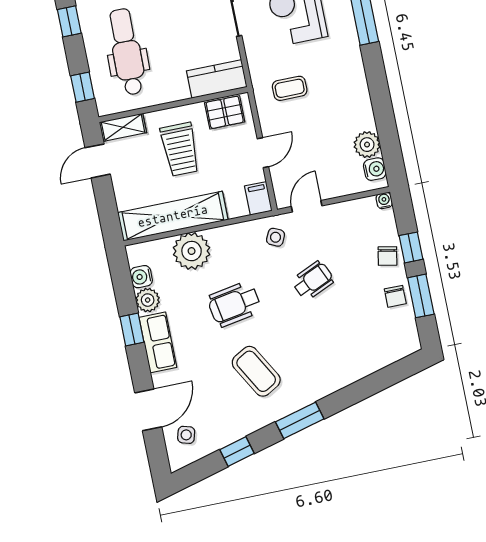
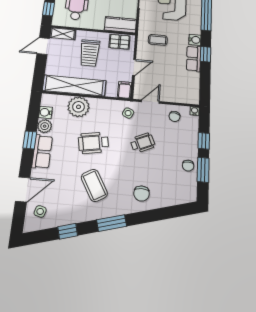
window: (379, 90) -> (206, 54), added
row of seats: (360, 105) -> (194, 59), added
plant: (367, 145) -> (192, 79), removed
water cooler: (375, 169) -> (195, 40), moved
chair: (387, 256) -> (175, 116), moved
chair: (333, 362) -> (142, 194), added

